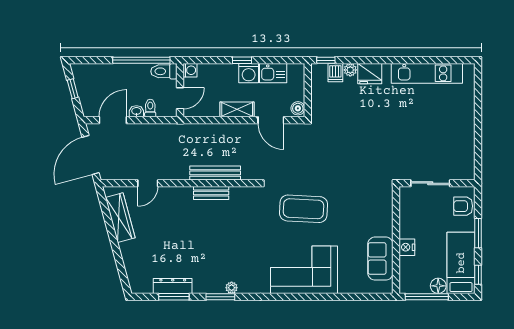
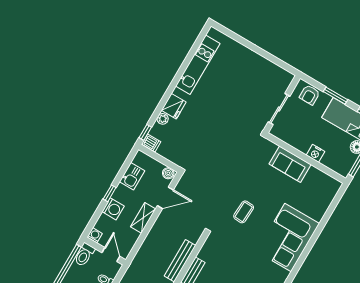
washing machine: (249, 73) -> (113, 209), moved
dishwasher: (335, 73) -> (151, 143), moved
coffee table: (304, 209) -> (244, 212), width x0.54, depth x0.58
sofa: (380, 259) -> (290, 164), moved

